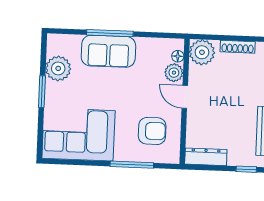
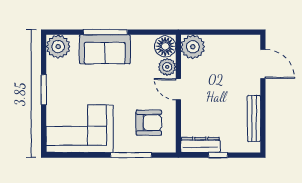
shoe rack: (238, 47) -> (226, 40), removed
floor lamp: (178, 56) -> (165, 46), width x1.89, depth x1.89
plant: (58, 68) -> (58, 47), moved
window: (246, 169) -> (218, 155), moved

